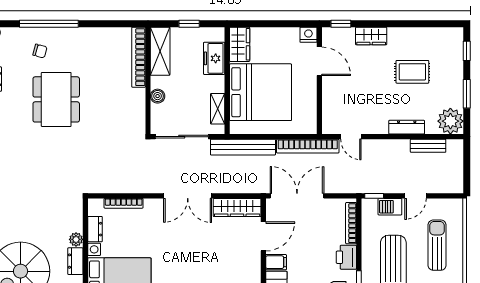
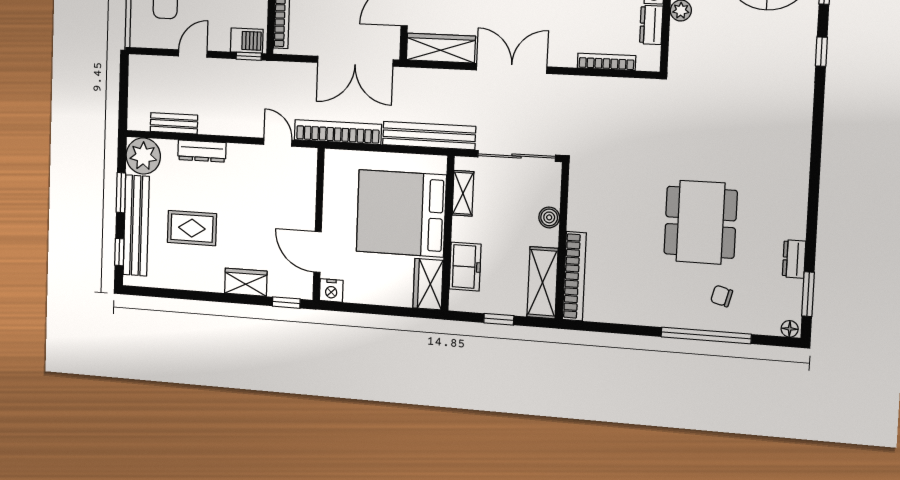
bench: (454, 71) -> (136, 225), added
barbecue: (390, 207) -> (247, 41), moved

